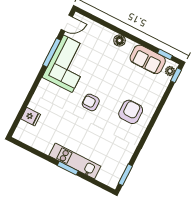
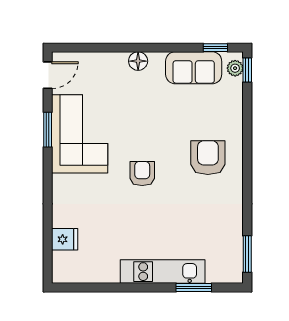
window: (52, 53) -> (48, 130), width x0.69
armchair: (91, 102) -> (142, 174), turned 90
window: (68, 168) -> (194, 288), moved

